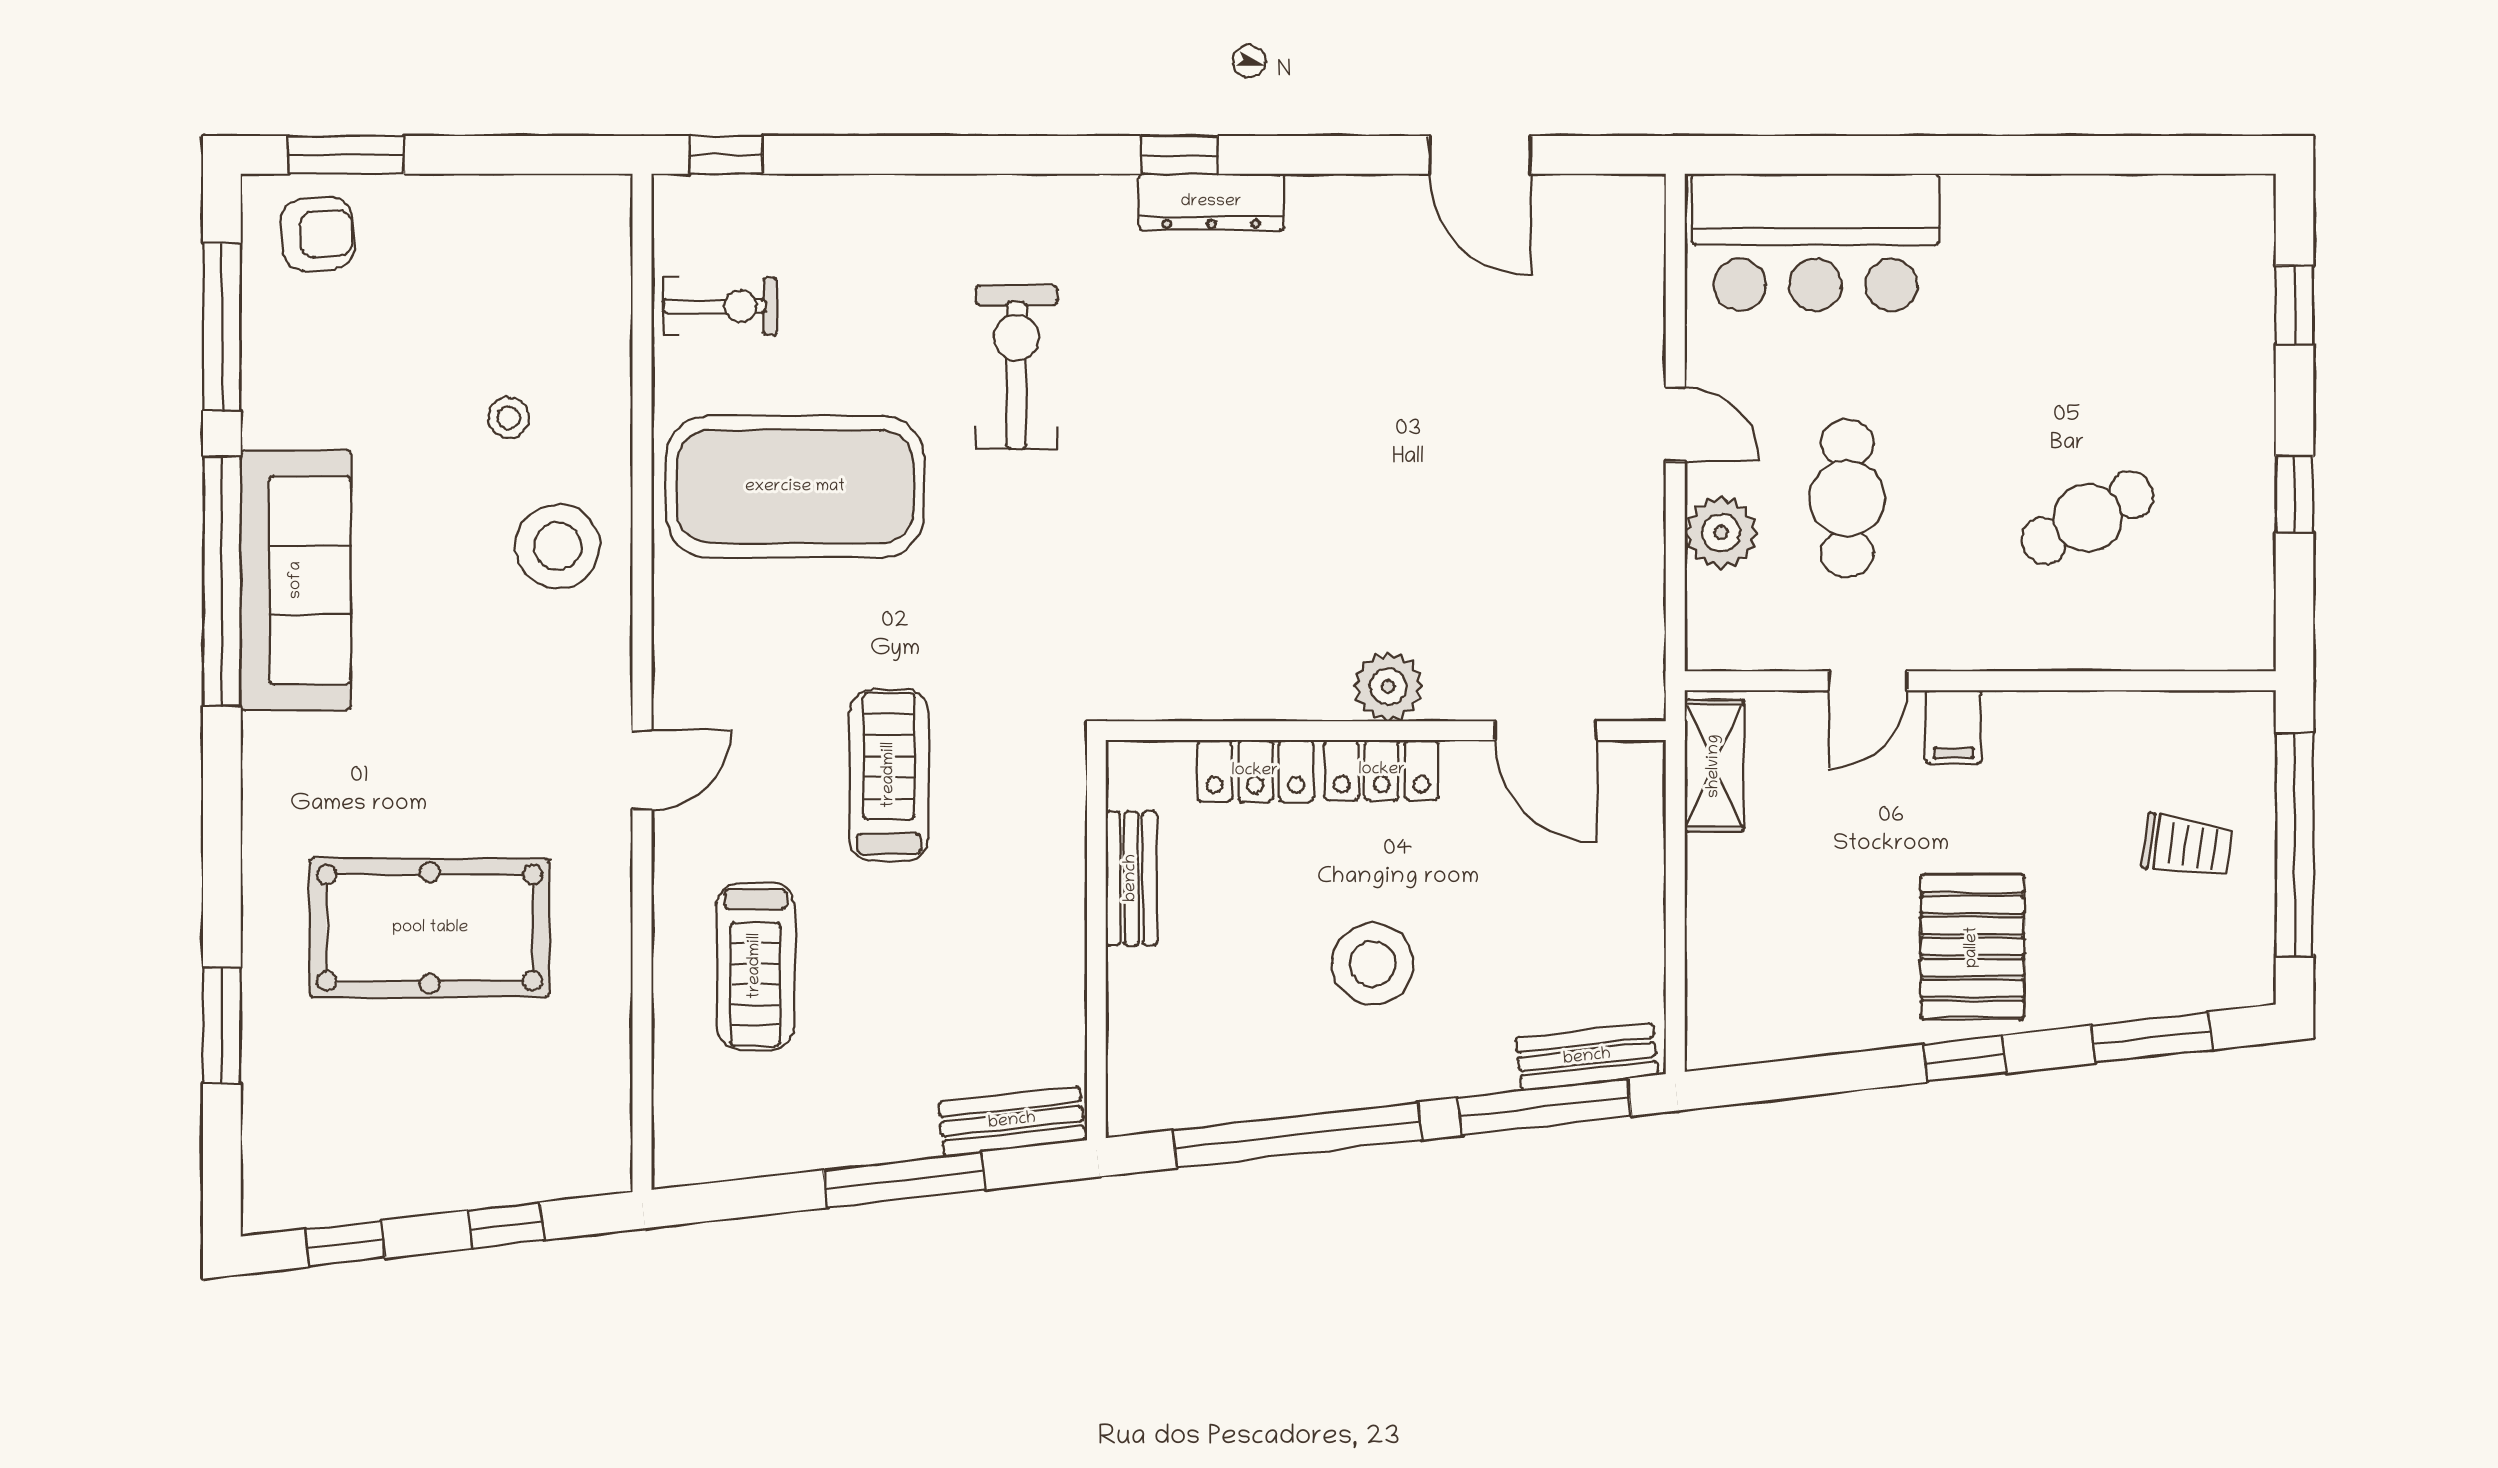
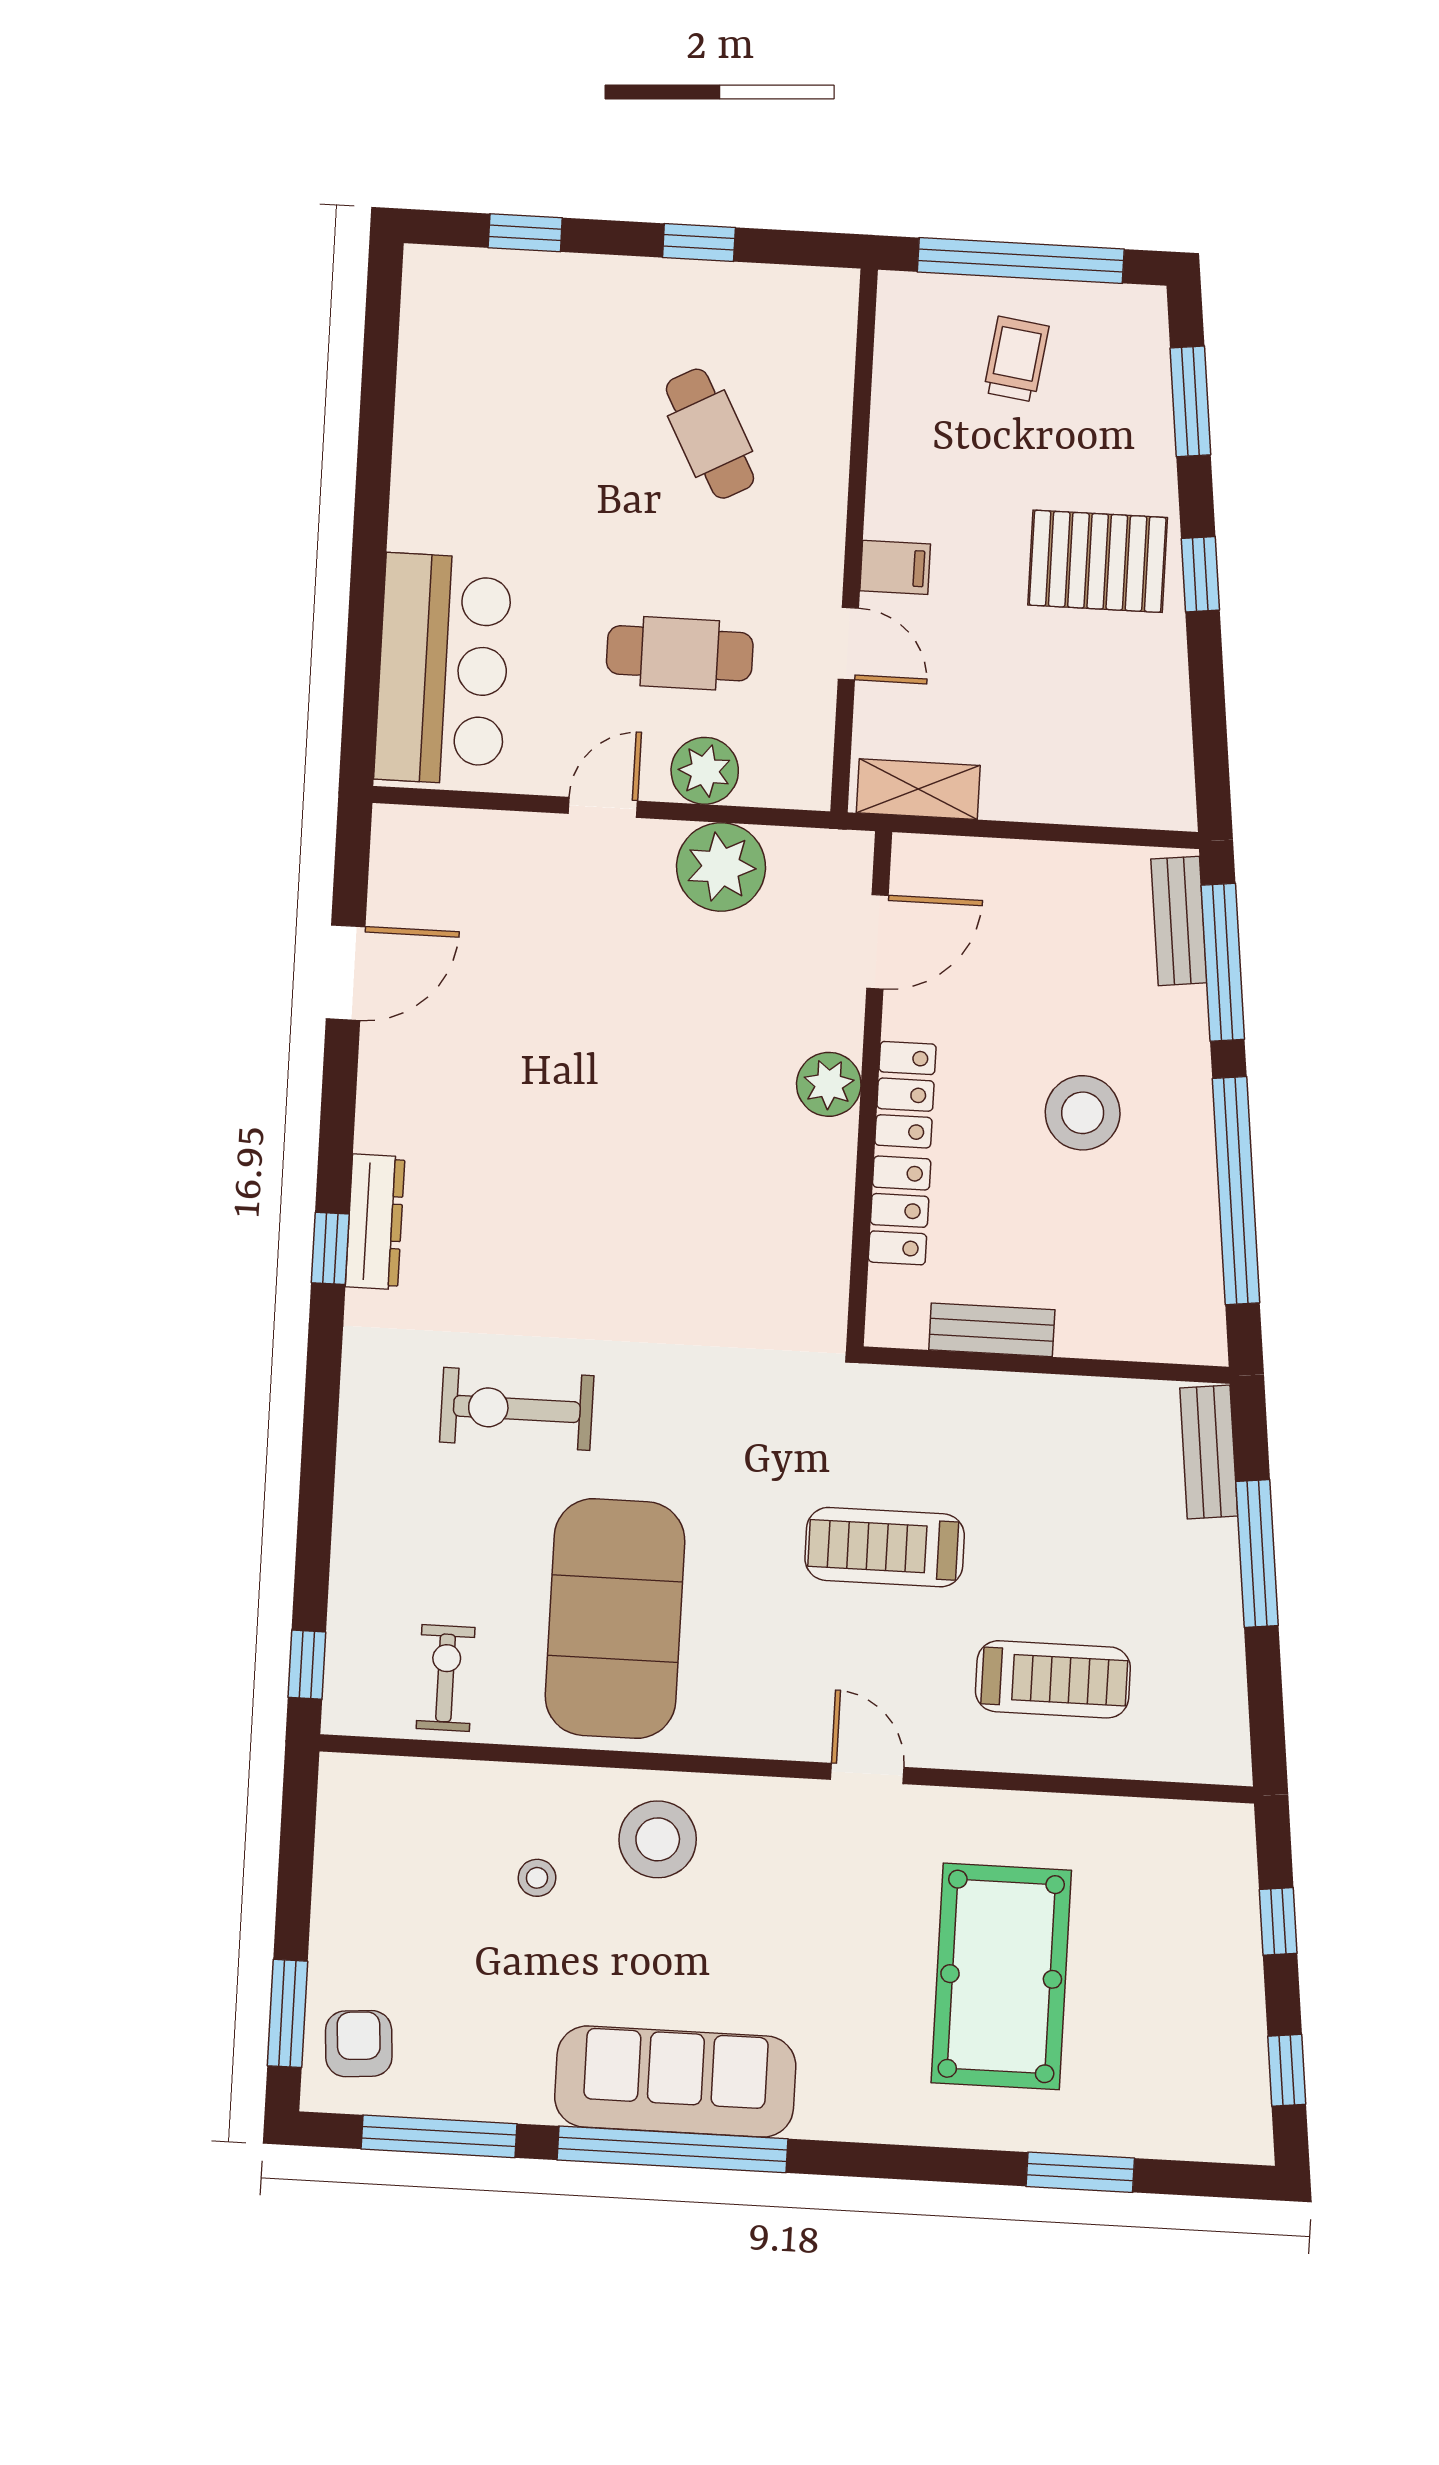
plant: (1618, 556) -> (721, 867), added

